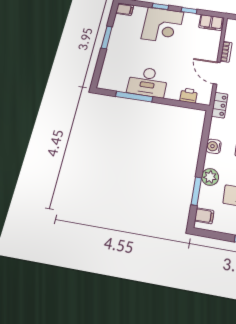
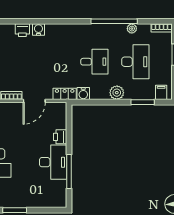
printer: (189, 96) -> (60, 137), moved
water cooler: (214, 146) -> (83, 94), moved
plant: (210, 177) -> (117, 93), moved

